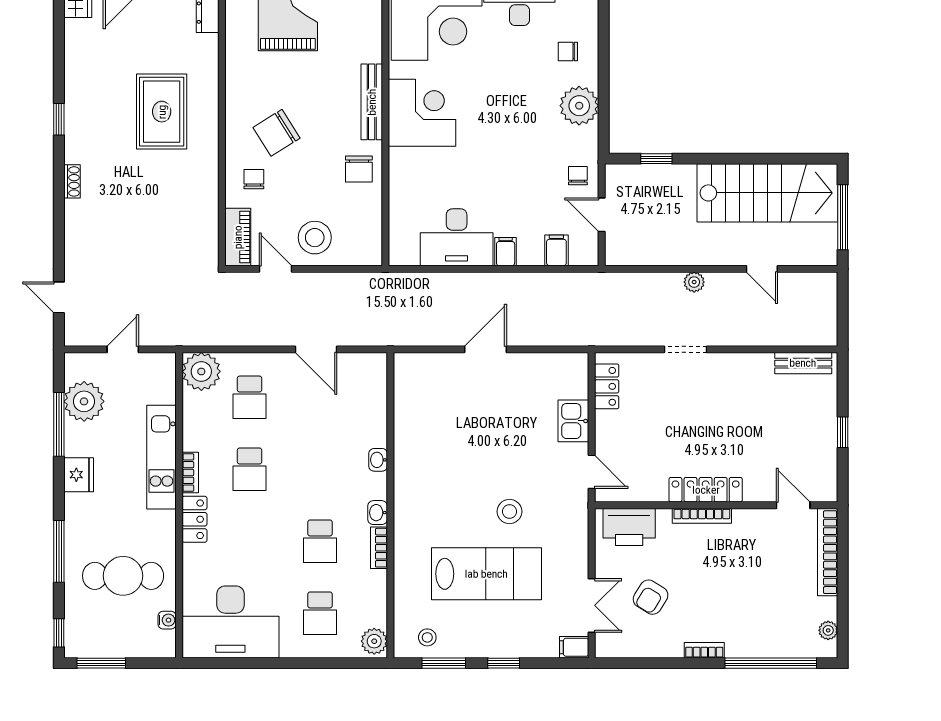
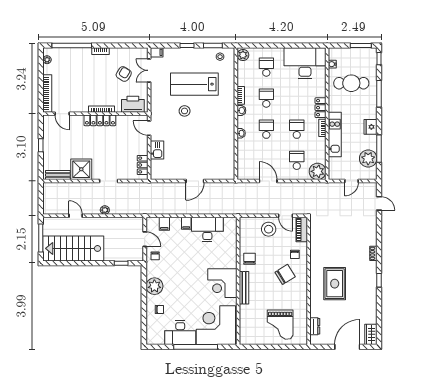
shower: (749, 376) -> (81, 169), added
school desk: (320, 469) -> (266, 129), added

